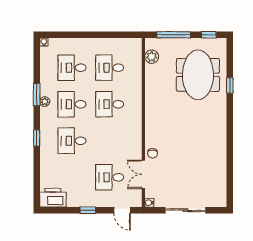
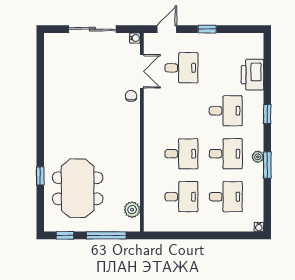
printer: (53, 198) -> (252, 75), moved, turned 90
door: (122, 210) -> (167, 29), hinge flipped

